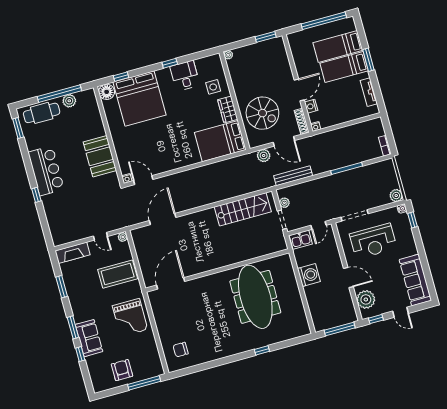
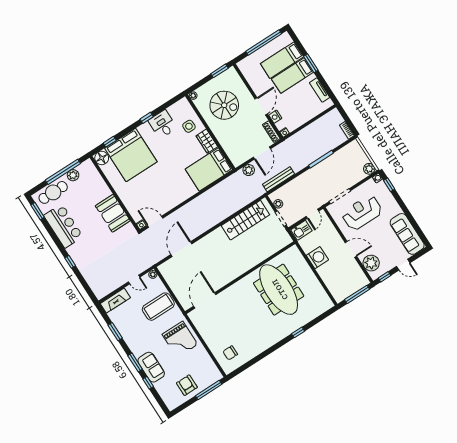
spiral stairs: (262, 113) -> (224, 105), moved
door: (284, 141) -> (262, 153), hinge flipped
bar counter: (46, 171) -> (63, 226), moved
reception desk: (373, 241) -> (362, 213), turned 180

